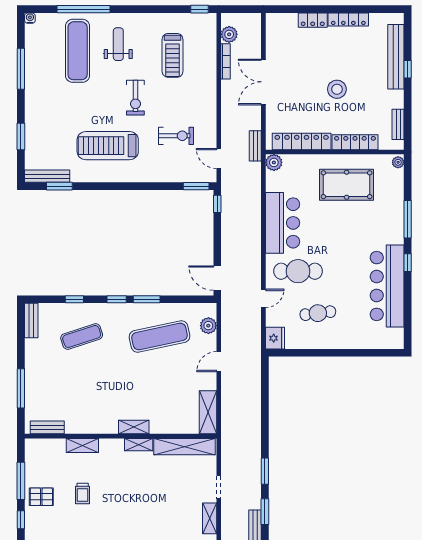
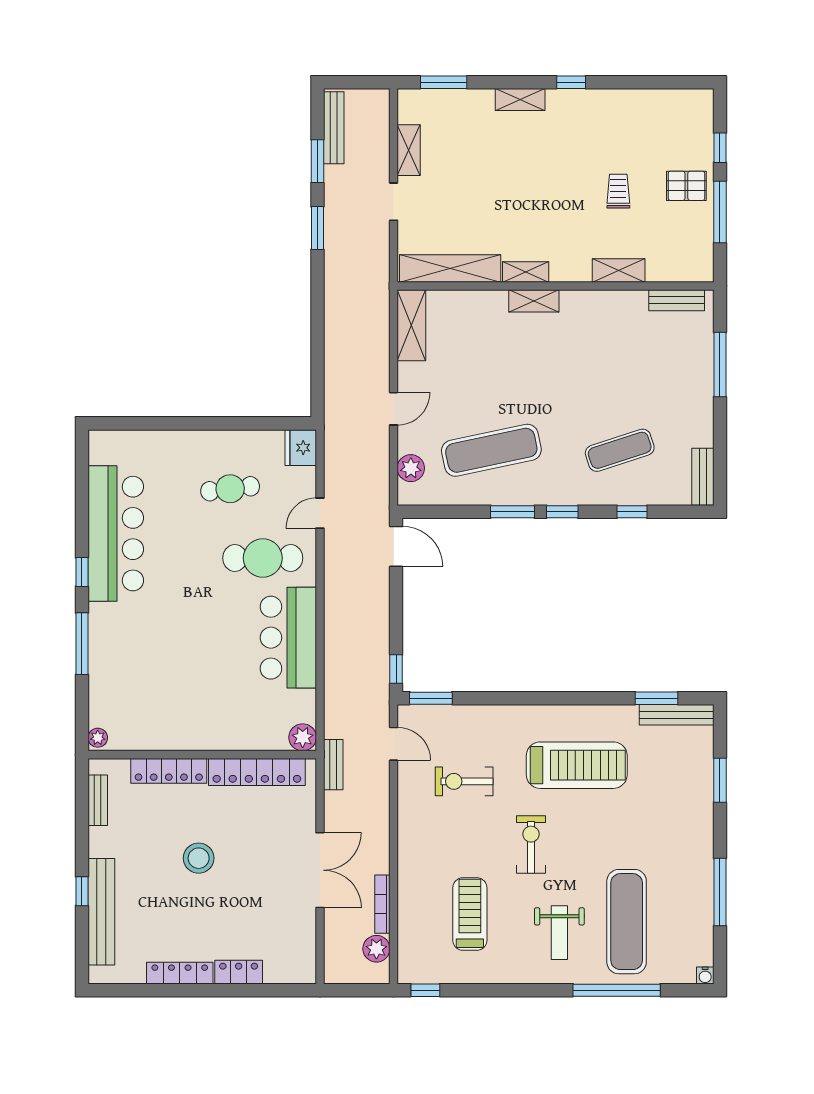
pool table: (347, 185) -> (183, 701), removed

